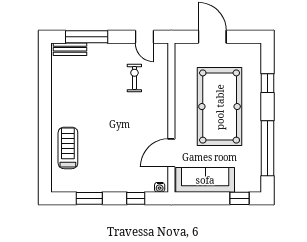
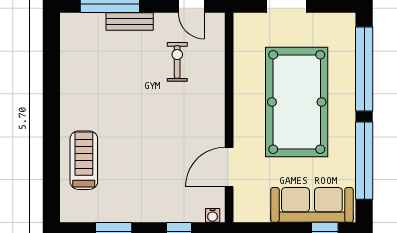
bench: (70, 49) -> (130, 22), moved
window: (267, 83) -> (364, 69), width x3.17
sofa: (205, 180) -> (312, 205), moved

